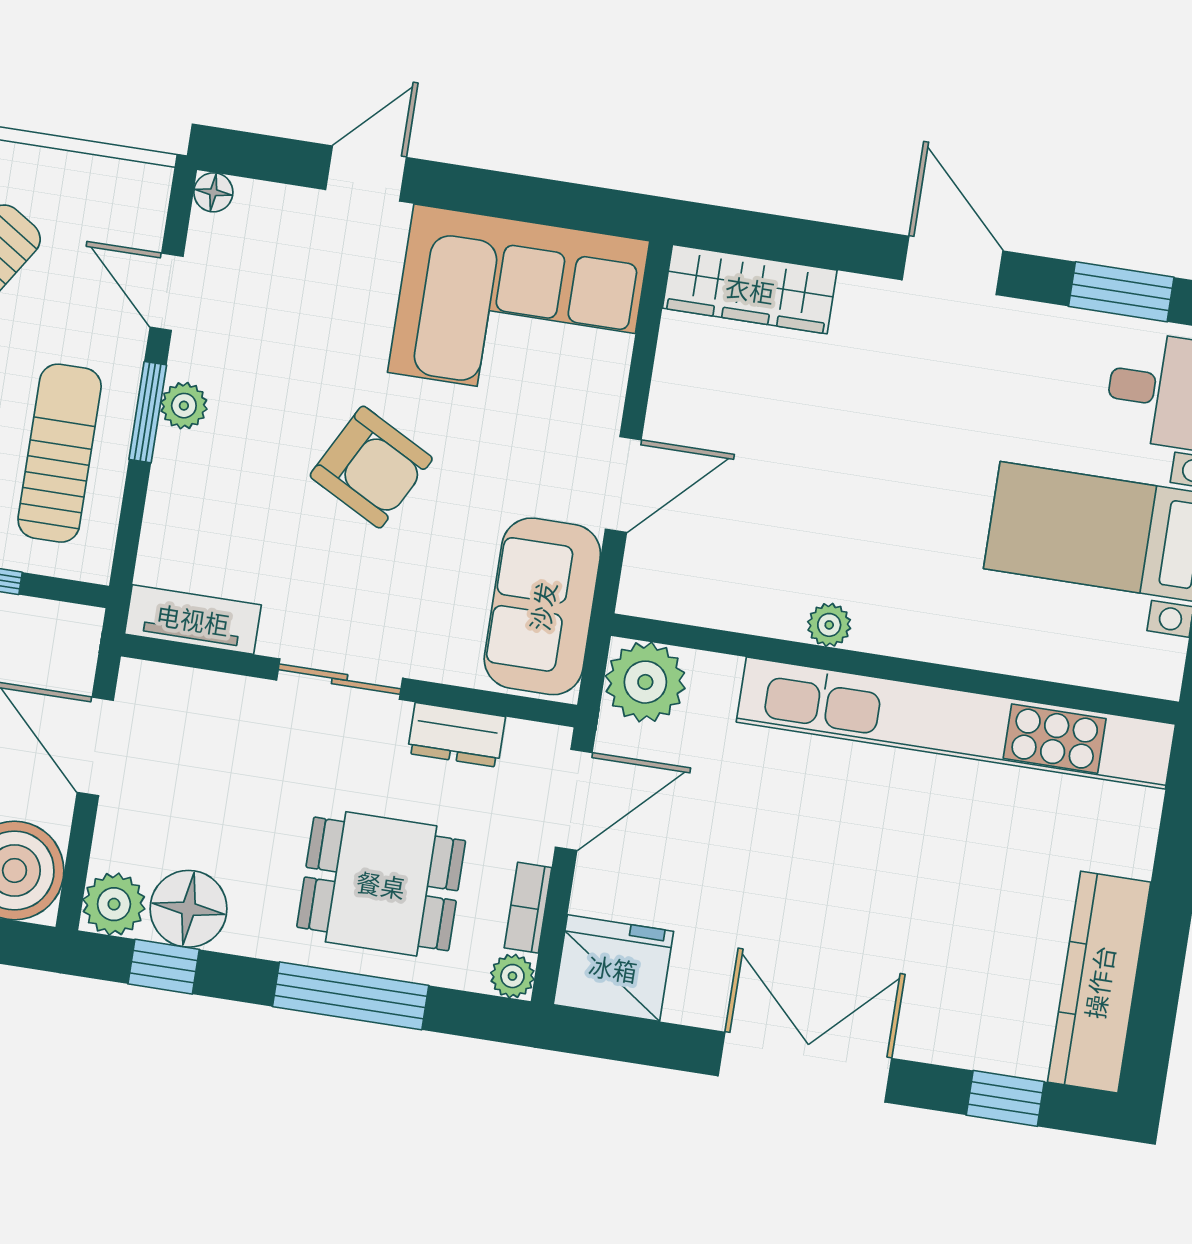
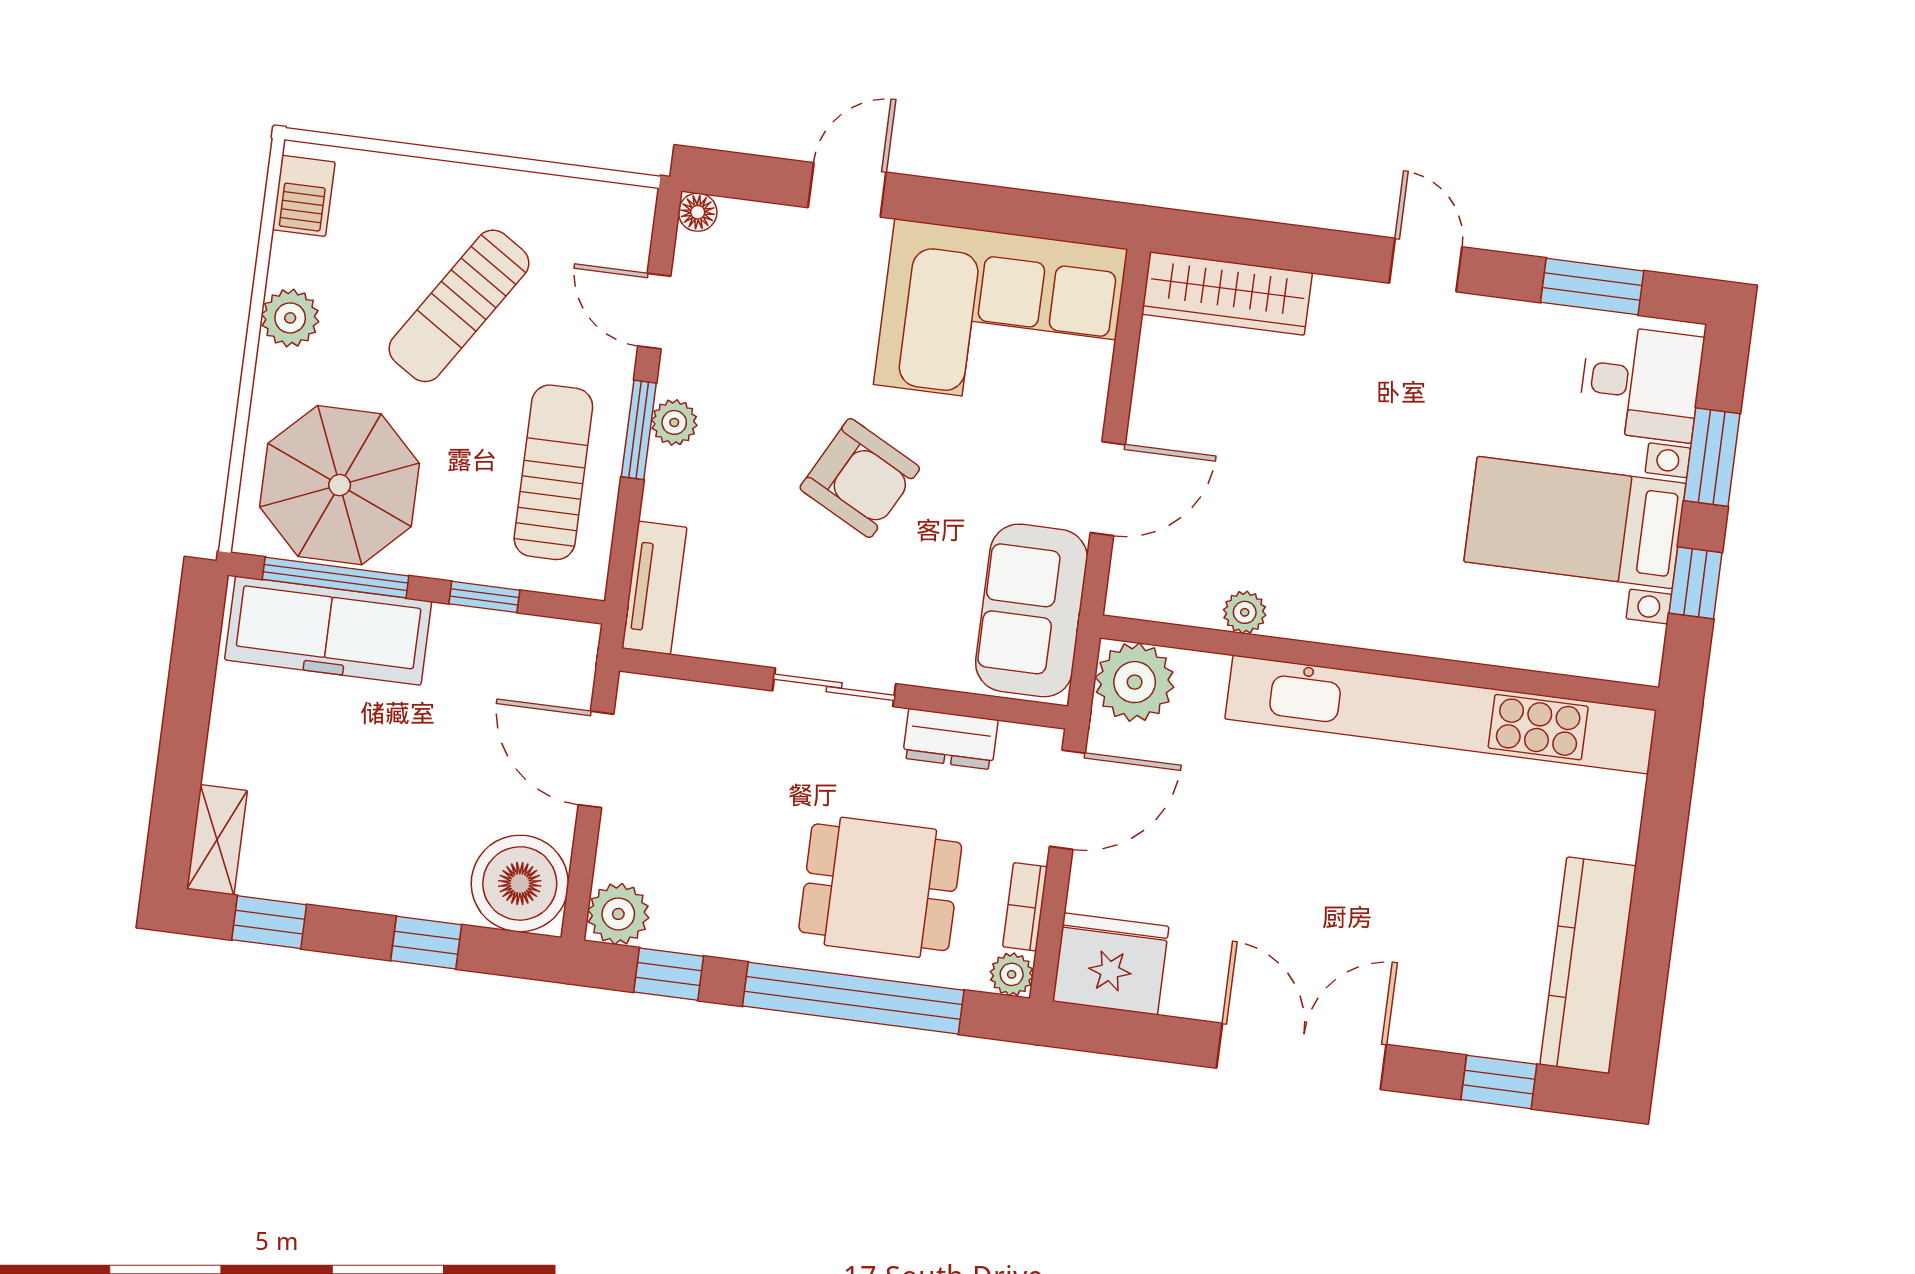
door: (953, 265) -> (1426, 265), width x0.73
tv unit: (193, 619) -> (654, 588), moved, turned 90
plant: (829, 625) -> (1245, 612), moved
floor lamp: (189, 909) -> (692, 917), removed
window: (351, 996) -> (853, 998), width x1.46

